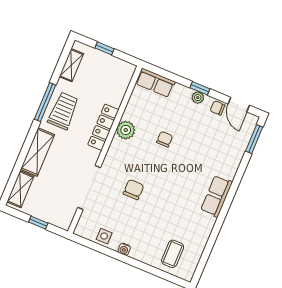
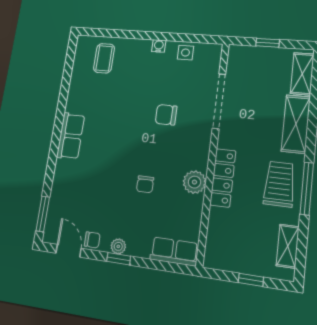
trolley: (63, 111) -> (279, 184), turned 180
chair: (133, 190) -> (166, 115), turned 90

